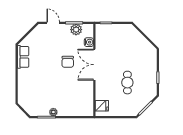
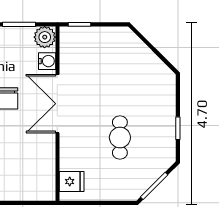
plant: (76, 30) -> (45, 37), moved

